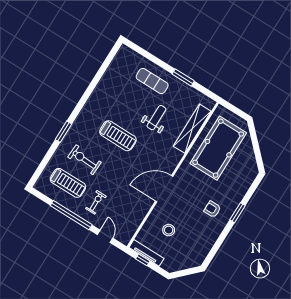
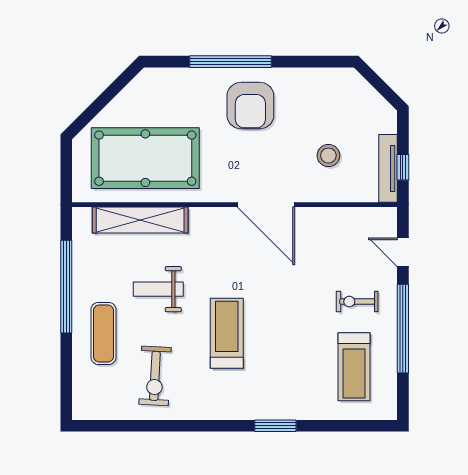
window: (183, 77) -> (66, 287), width x2.11
exercise bike: (84, 160) -> (155, 376), moved
treadmill: (68, 183) -> (354, 367), turned 180
armchair: (212, 209) -> (250, 106), width x1.88, depth x1.88
window: (237, 213) -> (230, 62), width x2.11
door: (105, 236) -> (403, 252), hinge flipped

